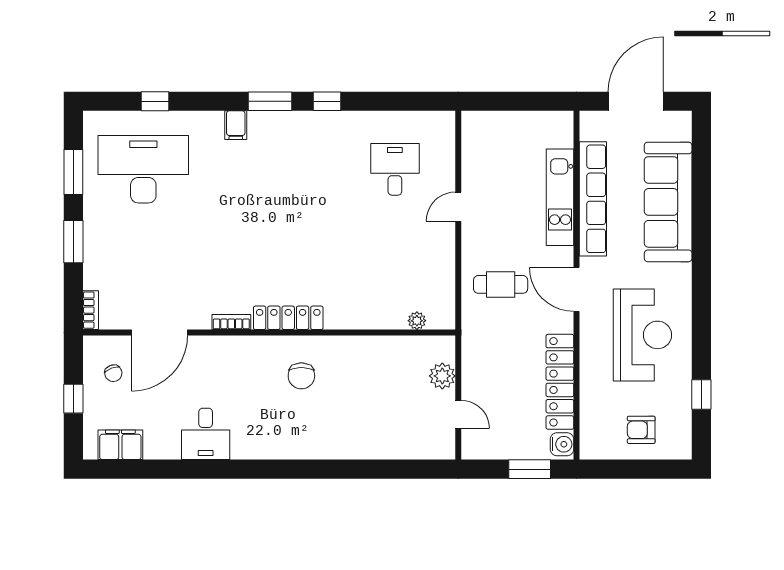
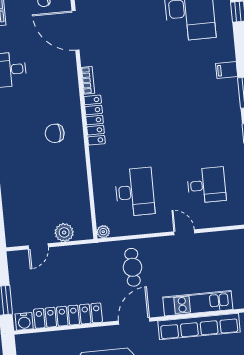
desk: (395, 271) -> (135, 192), added
plant: (417, 321) -> (103, 232), moved

